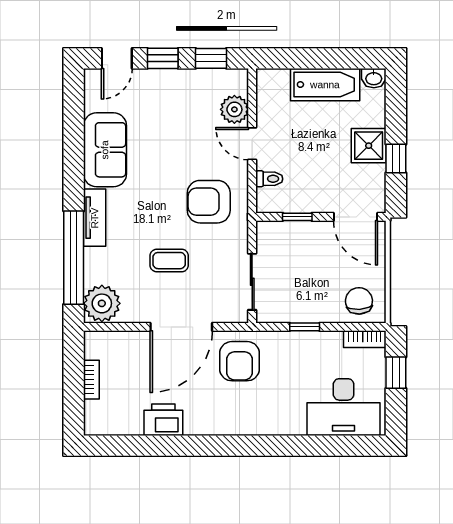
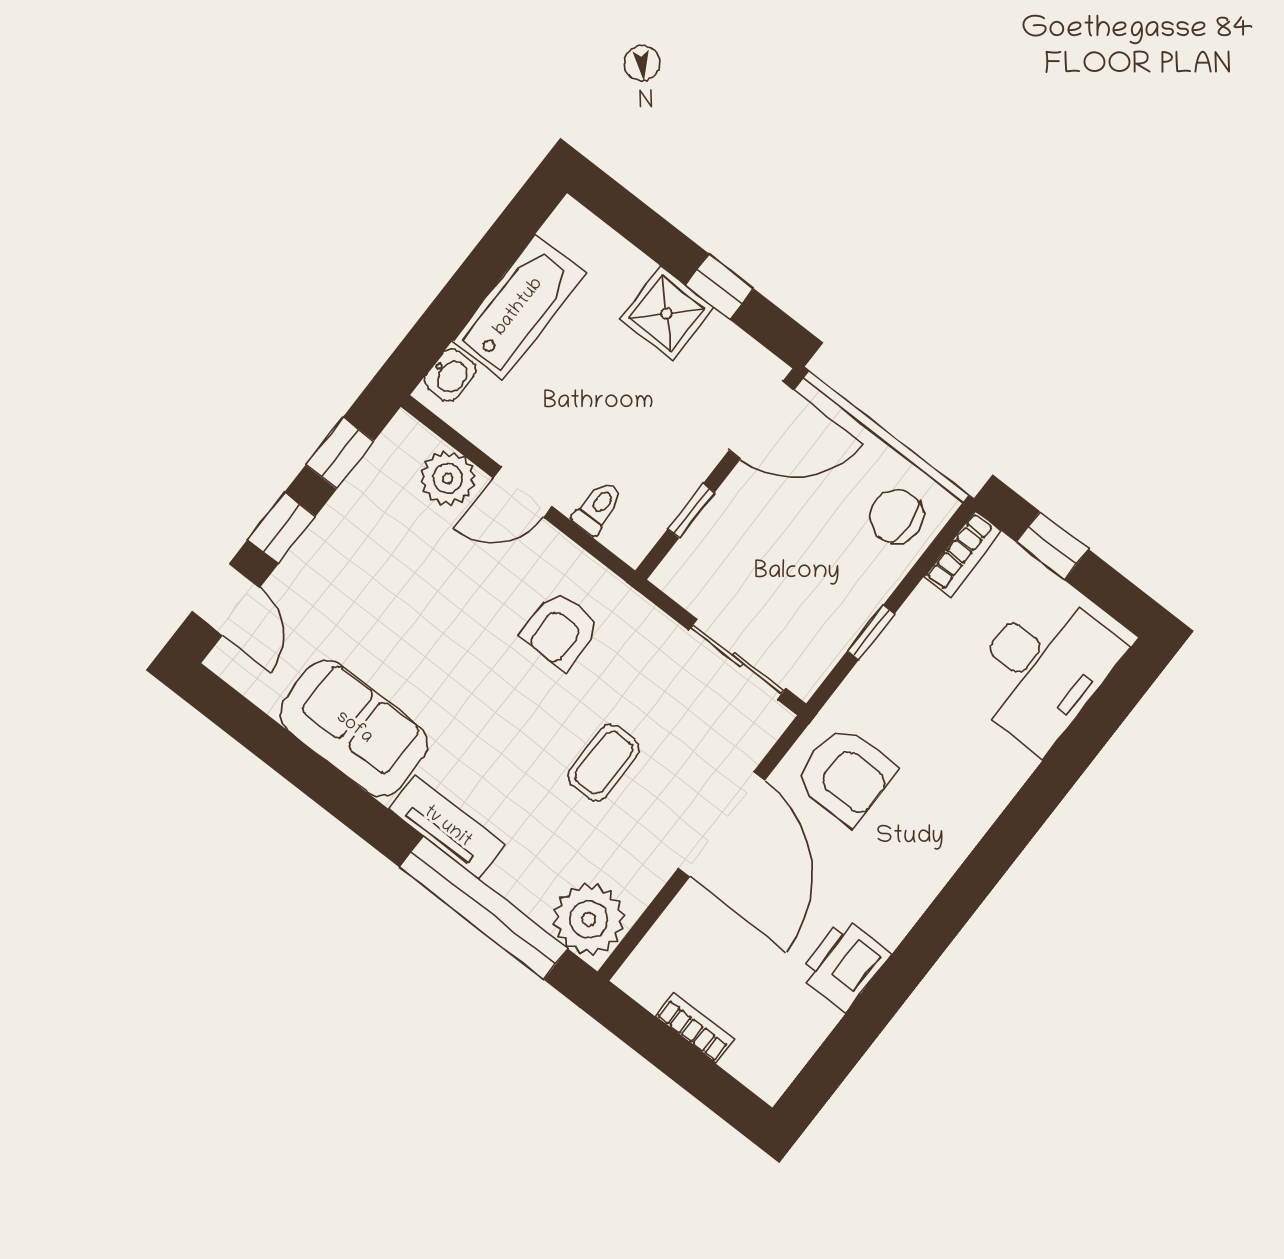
washbasin: (374, 78) -> (450, 375), moved
armchair: (209, 202) -> (560, 630), width x0.72, depth x0.72

